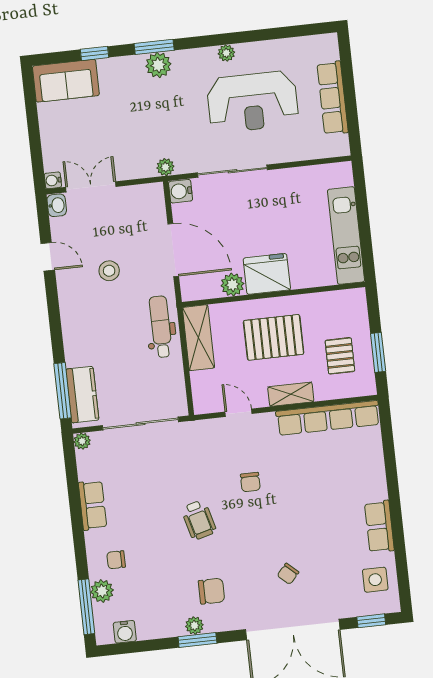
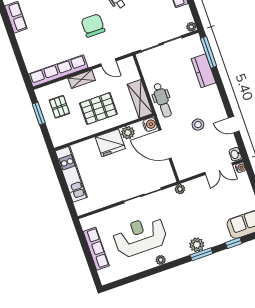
water cooler: (181, 191) -> (150, 124), moved
kitchen counter: (82, 395) -> (203, 71), moved
chair: (250, 482) -> (93, 25), width x1.87, depth x1.87

